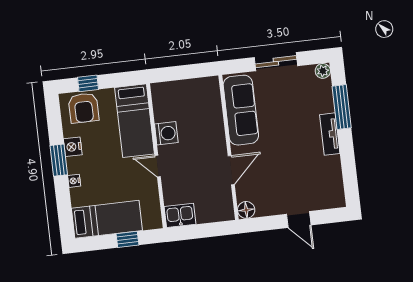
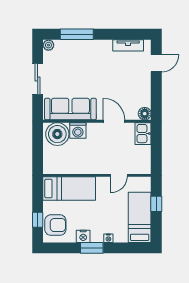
boiler: (205, 96) -> (57, 134), added
washing machine: (166, 133) -> (78, 131), moved, turned 180
tv unit: (330, 134) -> (128, 45), moved
door: (158, 166) -> (119, 175), moved
kitchen sink: (180, 215) -> (143, 134), moved
door: (299, 220) -> (156, 63), moved

